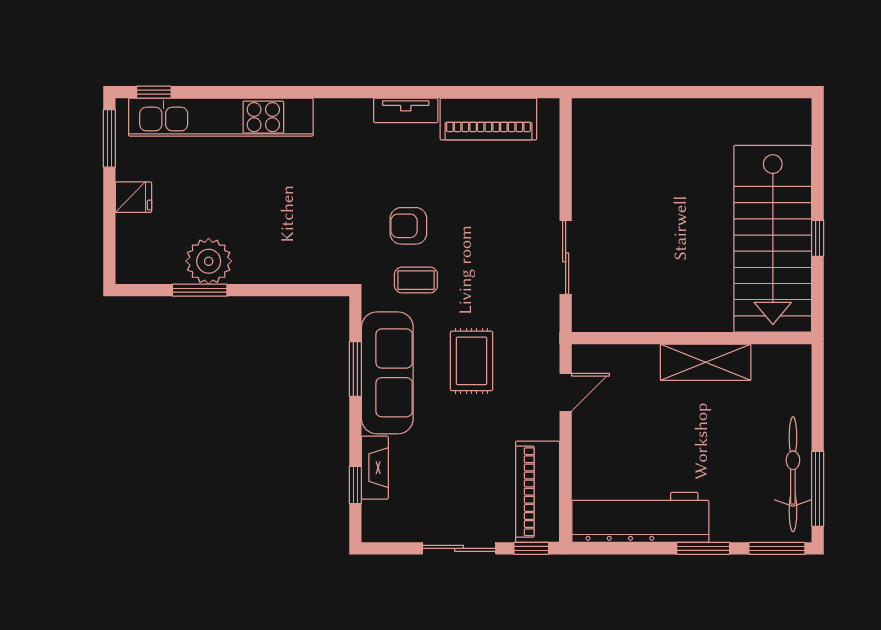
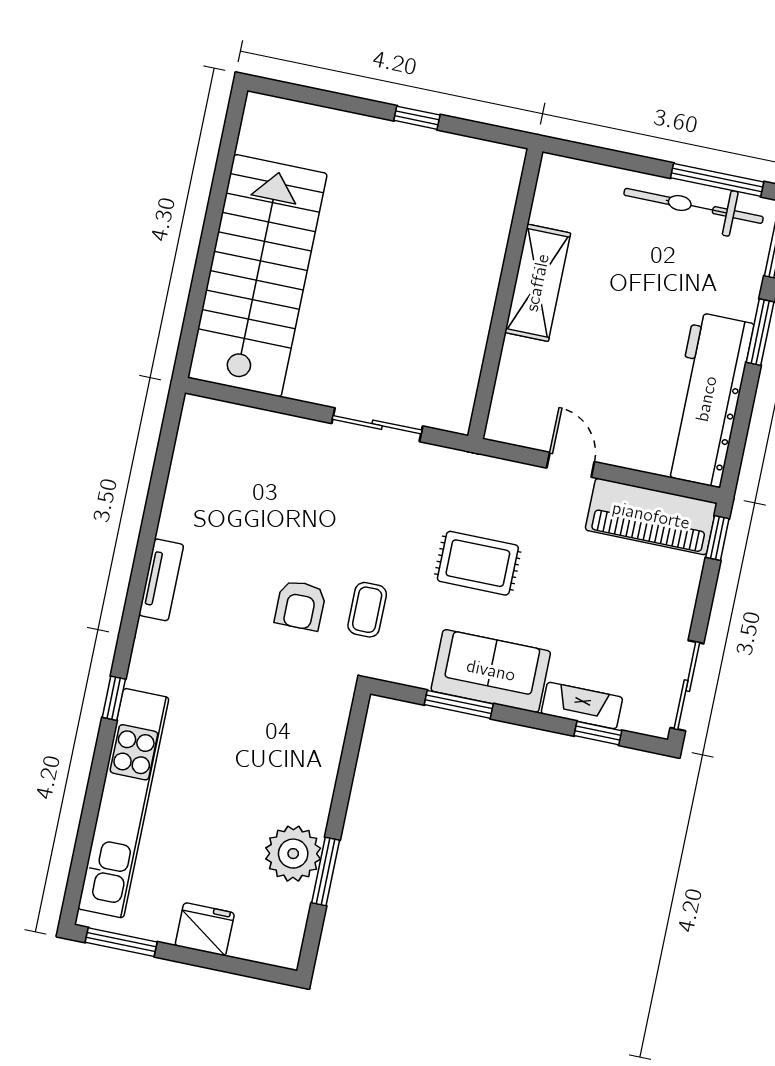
window: (154, 92) -> (114, 698), moved
piano: (488, 119) -> (192, 483), removed
fridge: (133, 197) -> (205, 929), width x1.38
stairs: (773, 239) -> (257, 276), moved, turned -90
sofa: (387, 373) -> (491, 671), width x0.73
door: (566, 392) -> (571, 465), moved
sliding door: (459, 548) -> (687, 686), moved

